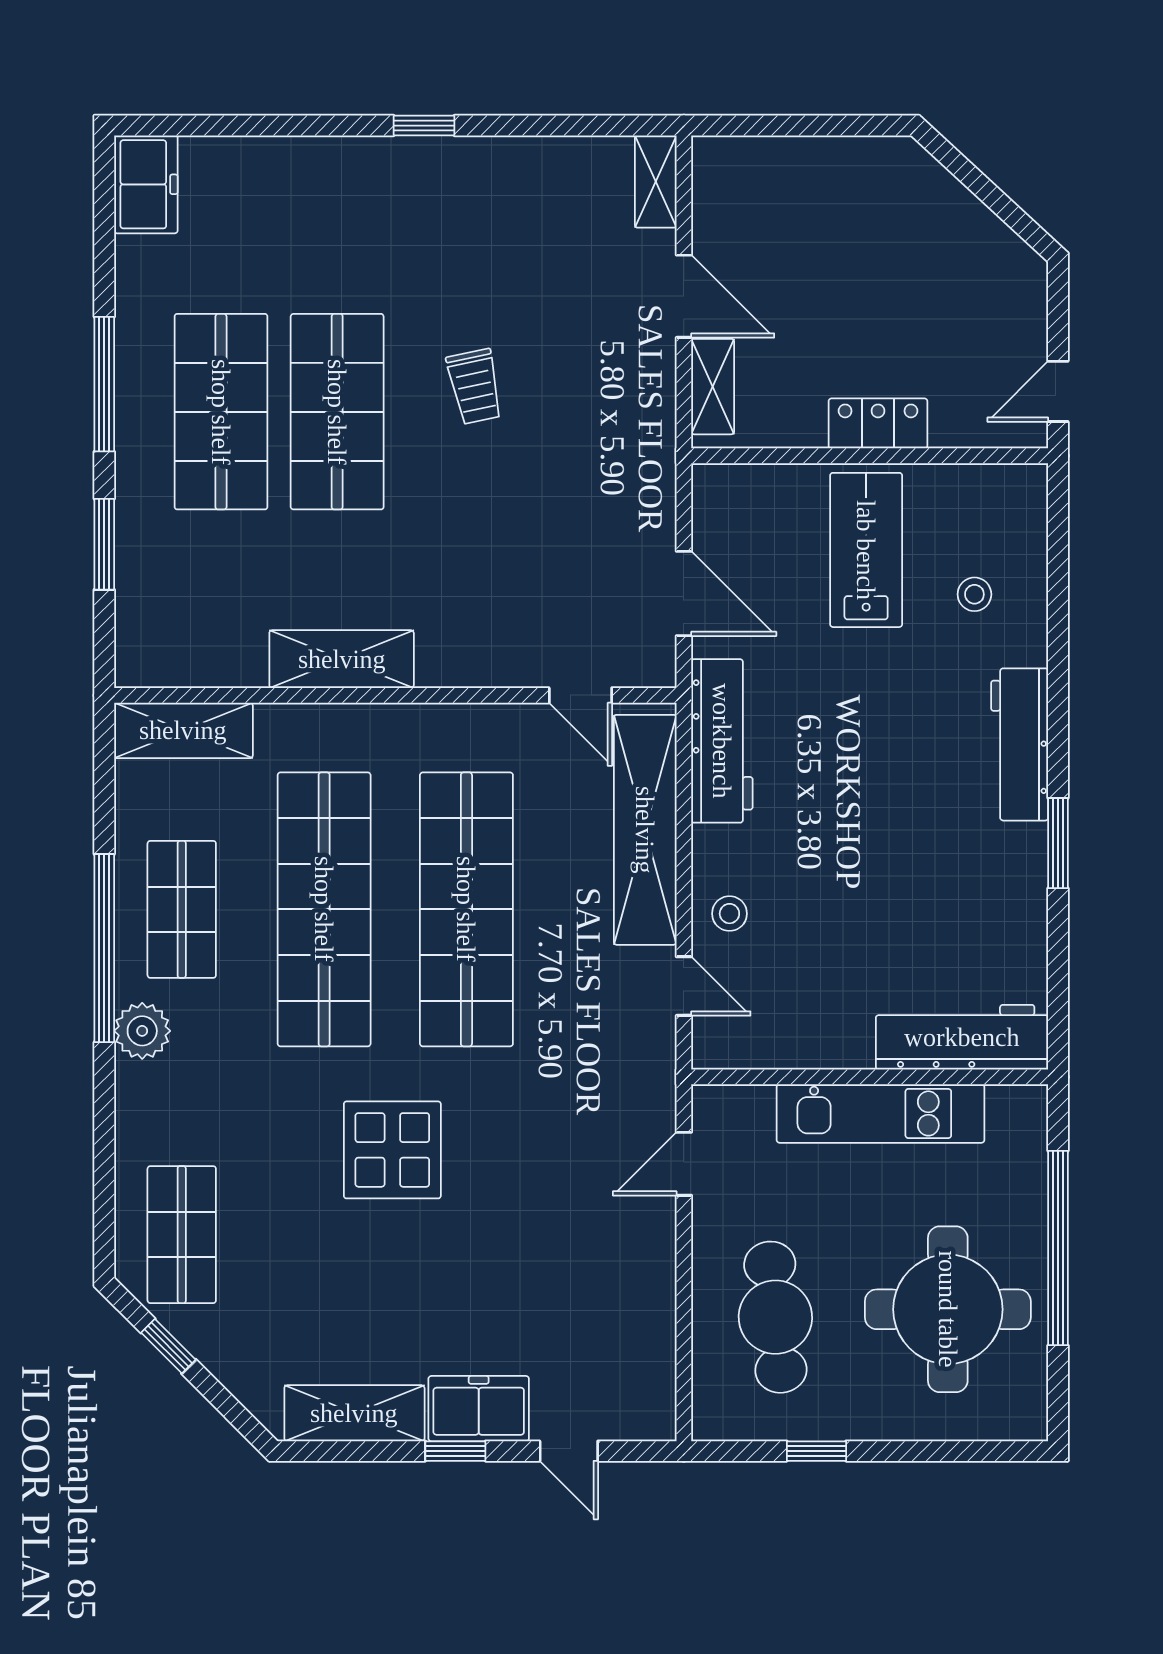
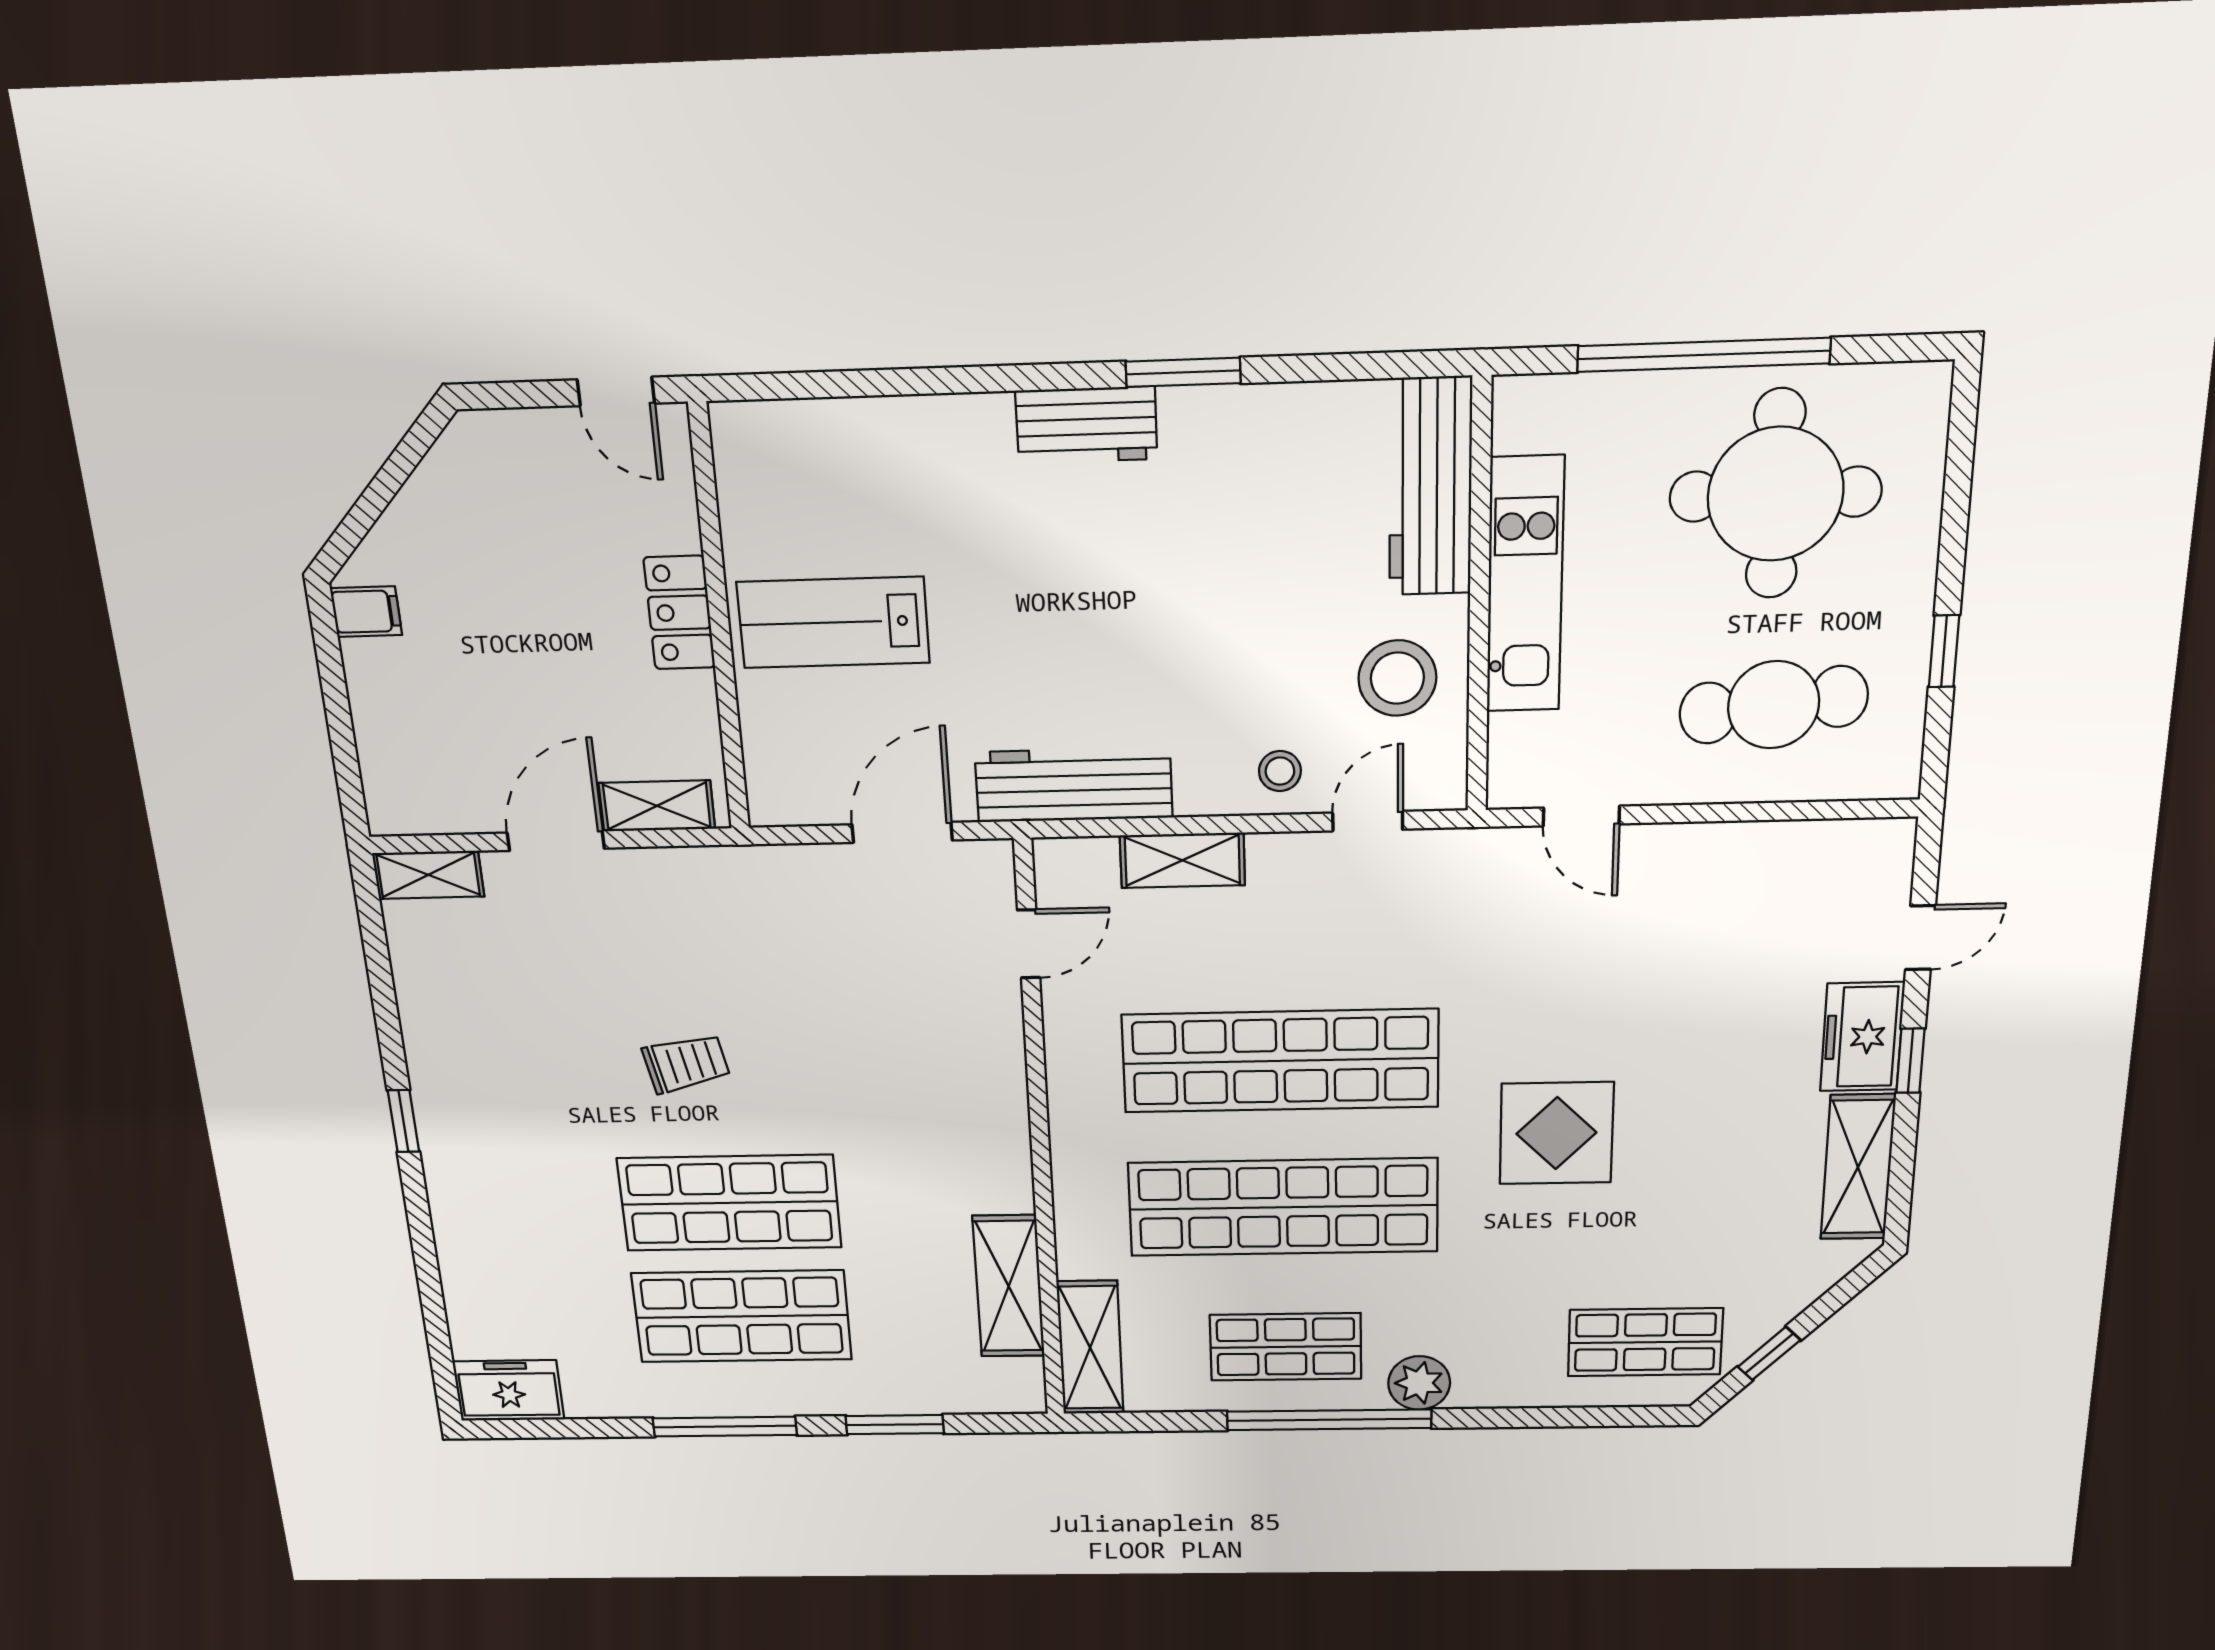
filing cabinet: (886, 163) -> (366, 612), added
stool: (974, 594) -> (1397, 678), moved, width x1.89, depth x1.89
shelving: (342, 659) -> (1009, 1286), moved
workbench: (1020, 744) -> (1086, 425), width x0.73
shelving: (645, 830) -> (1182, 860), width x0.45, depth x0.75

